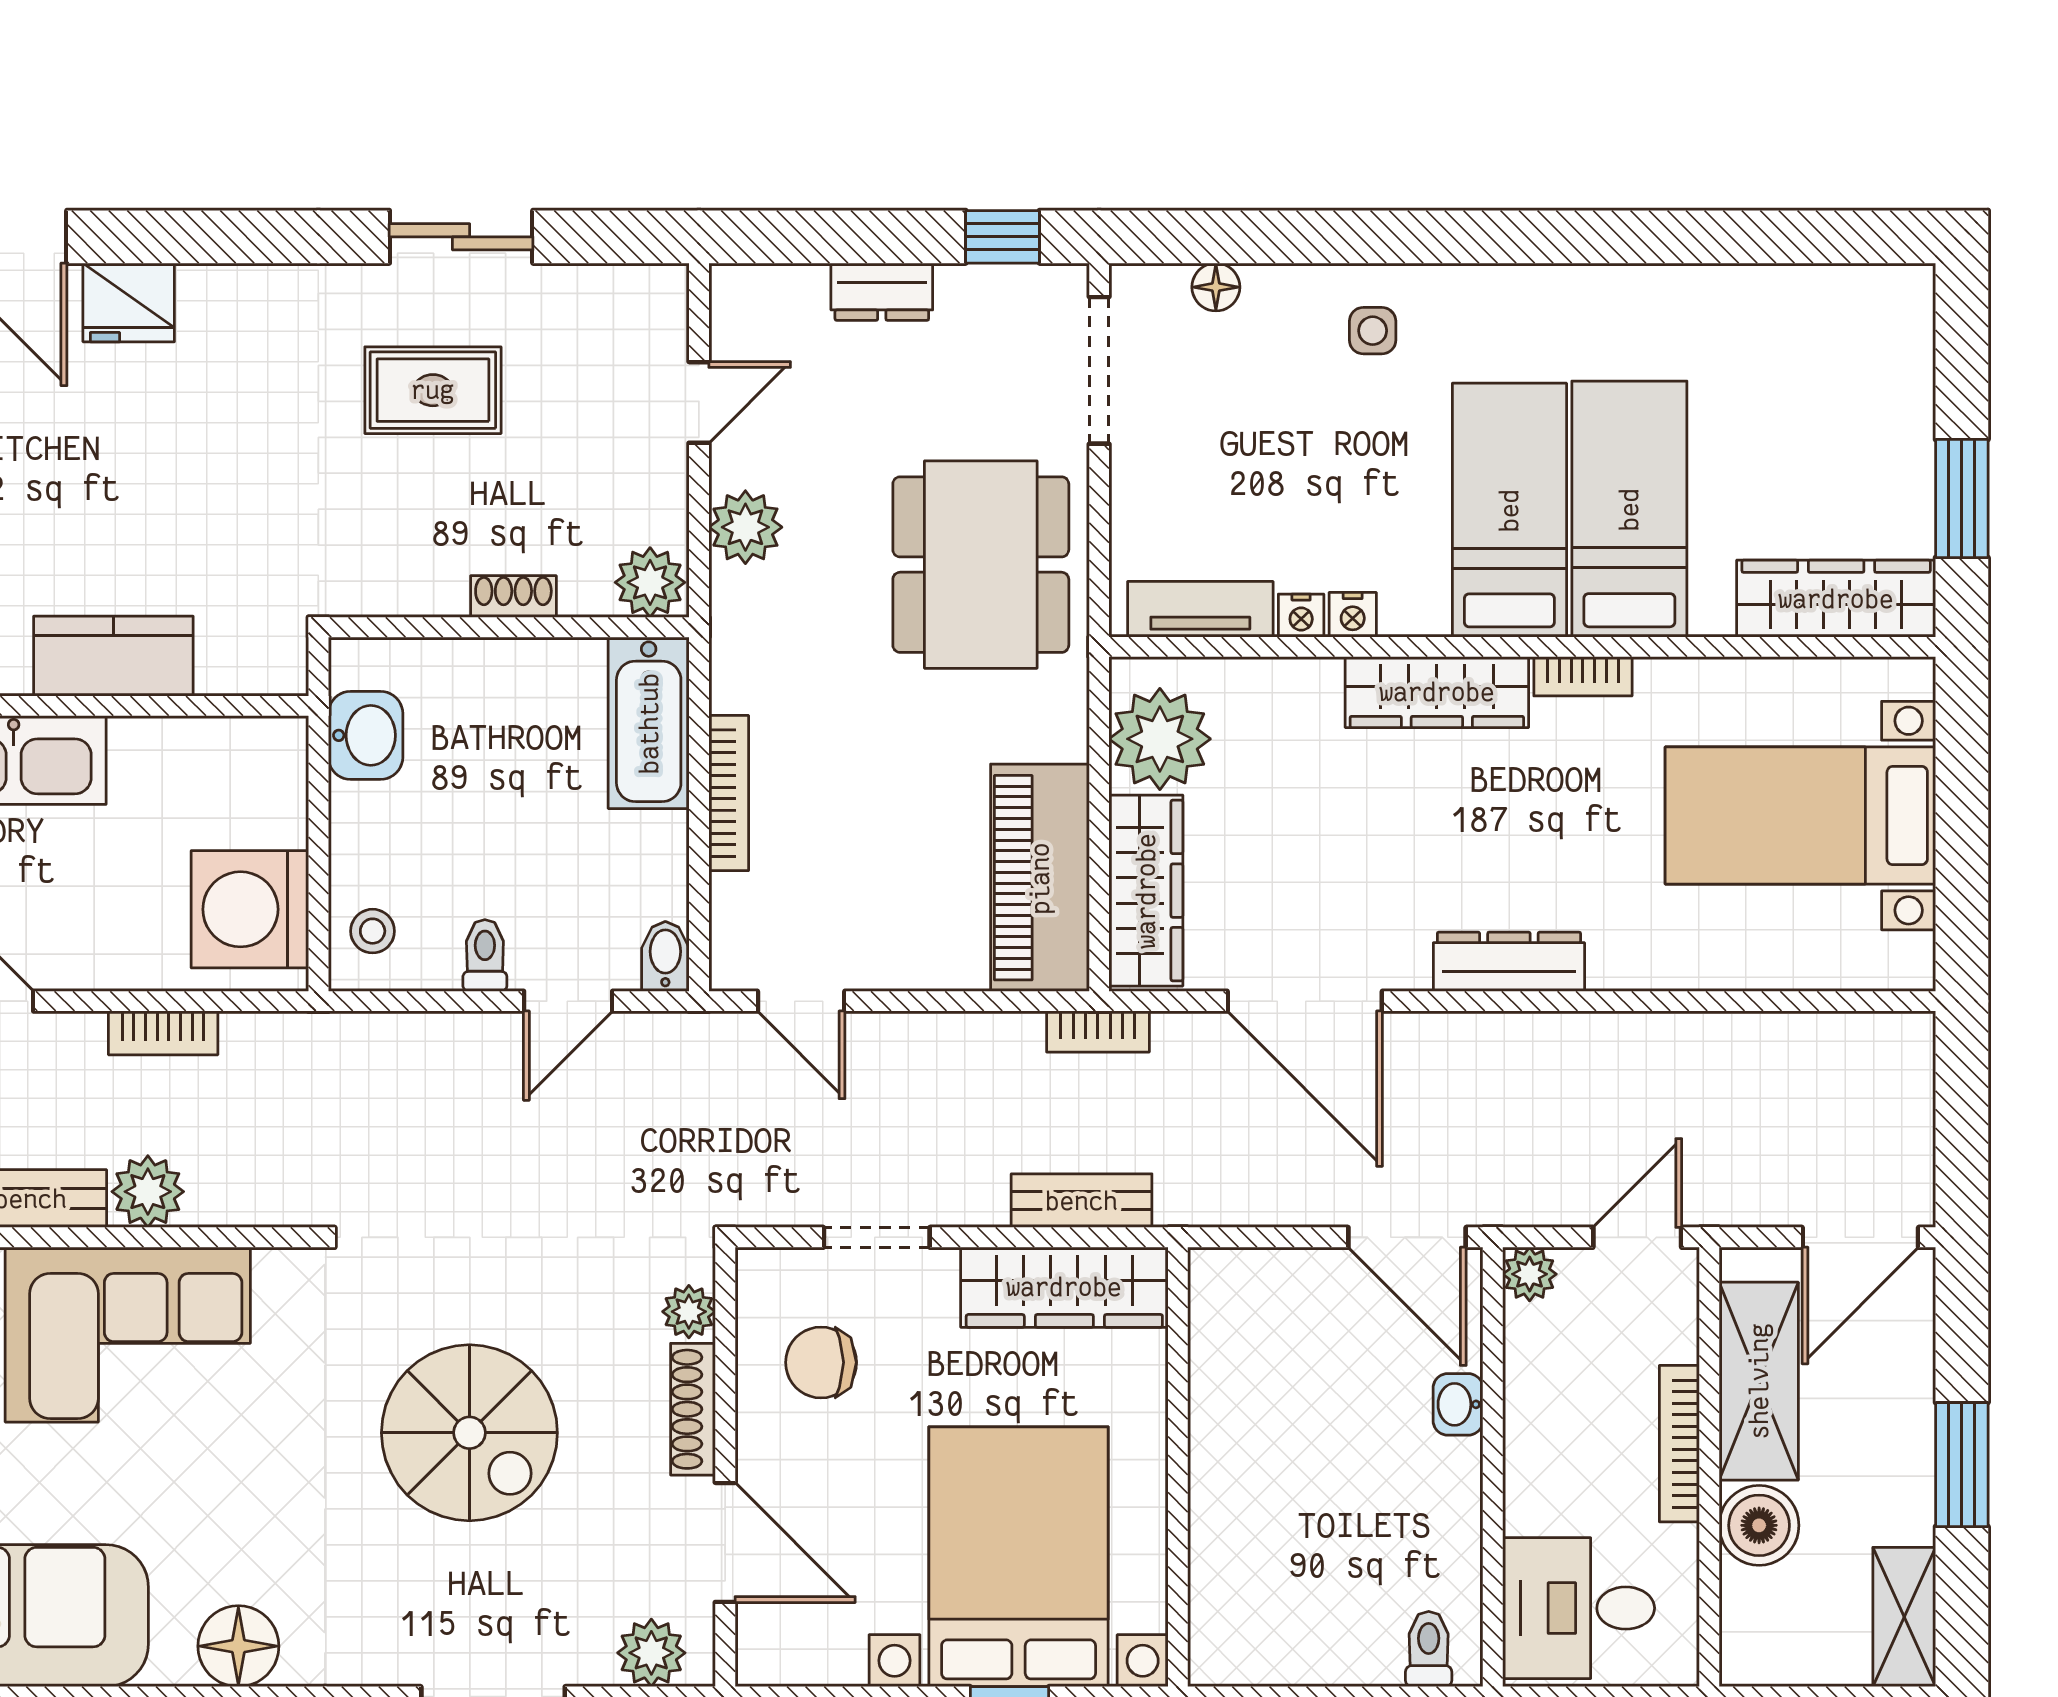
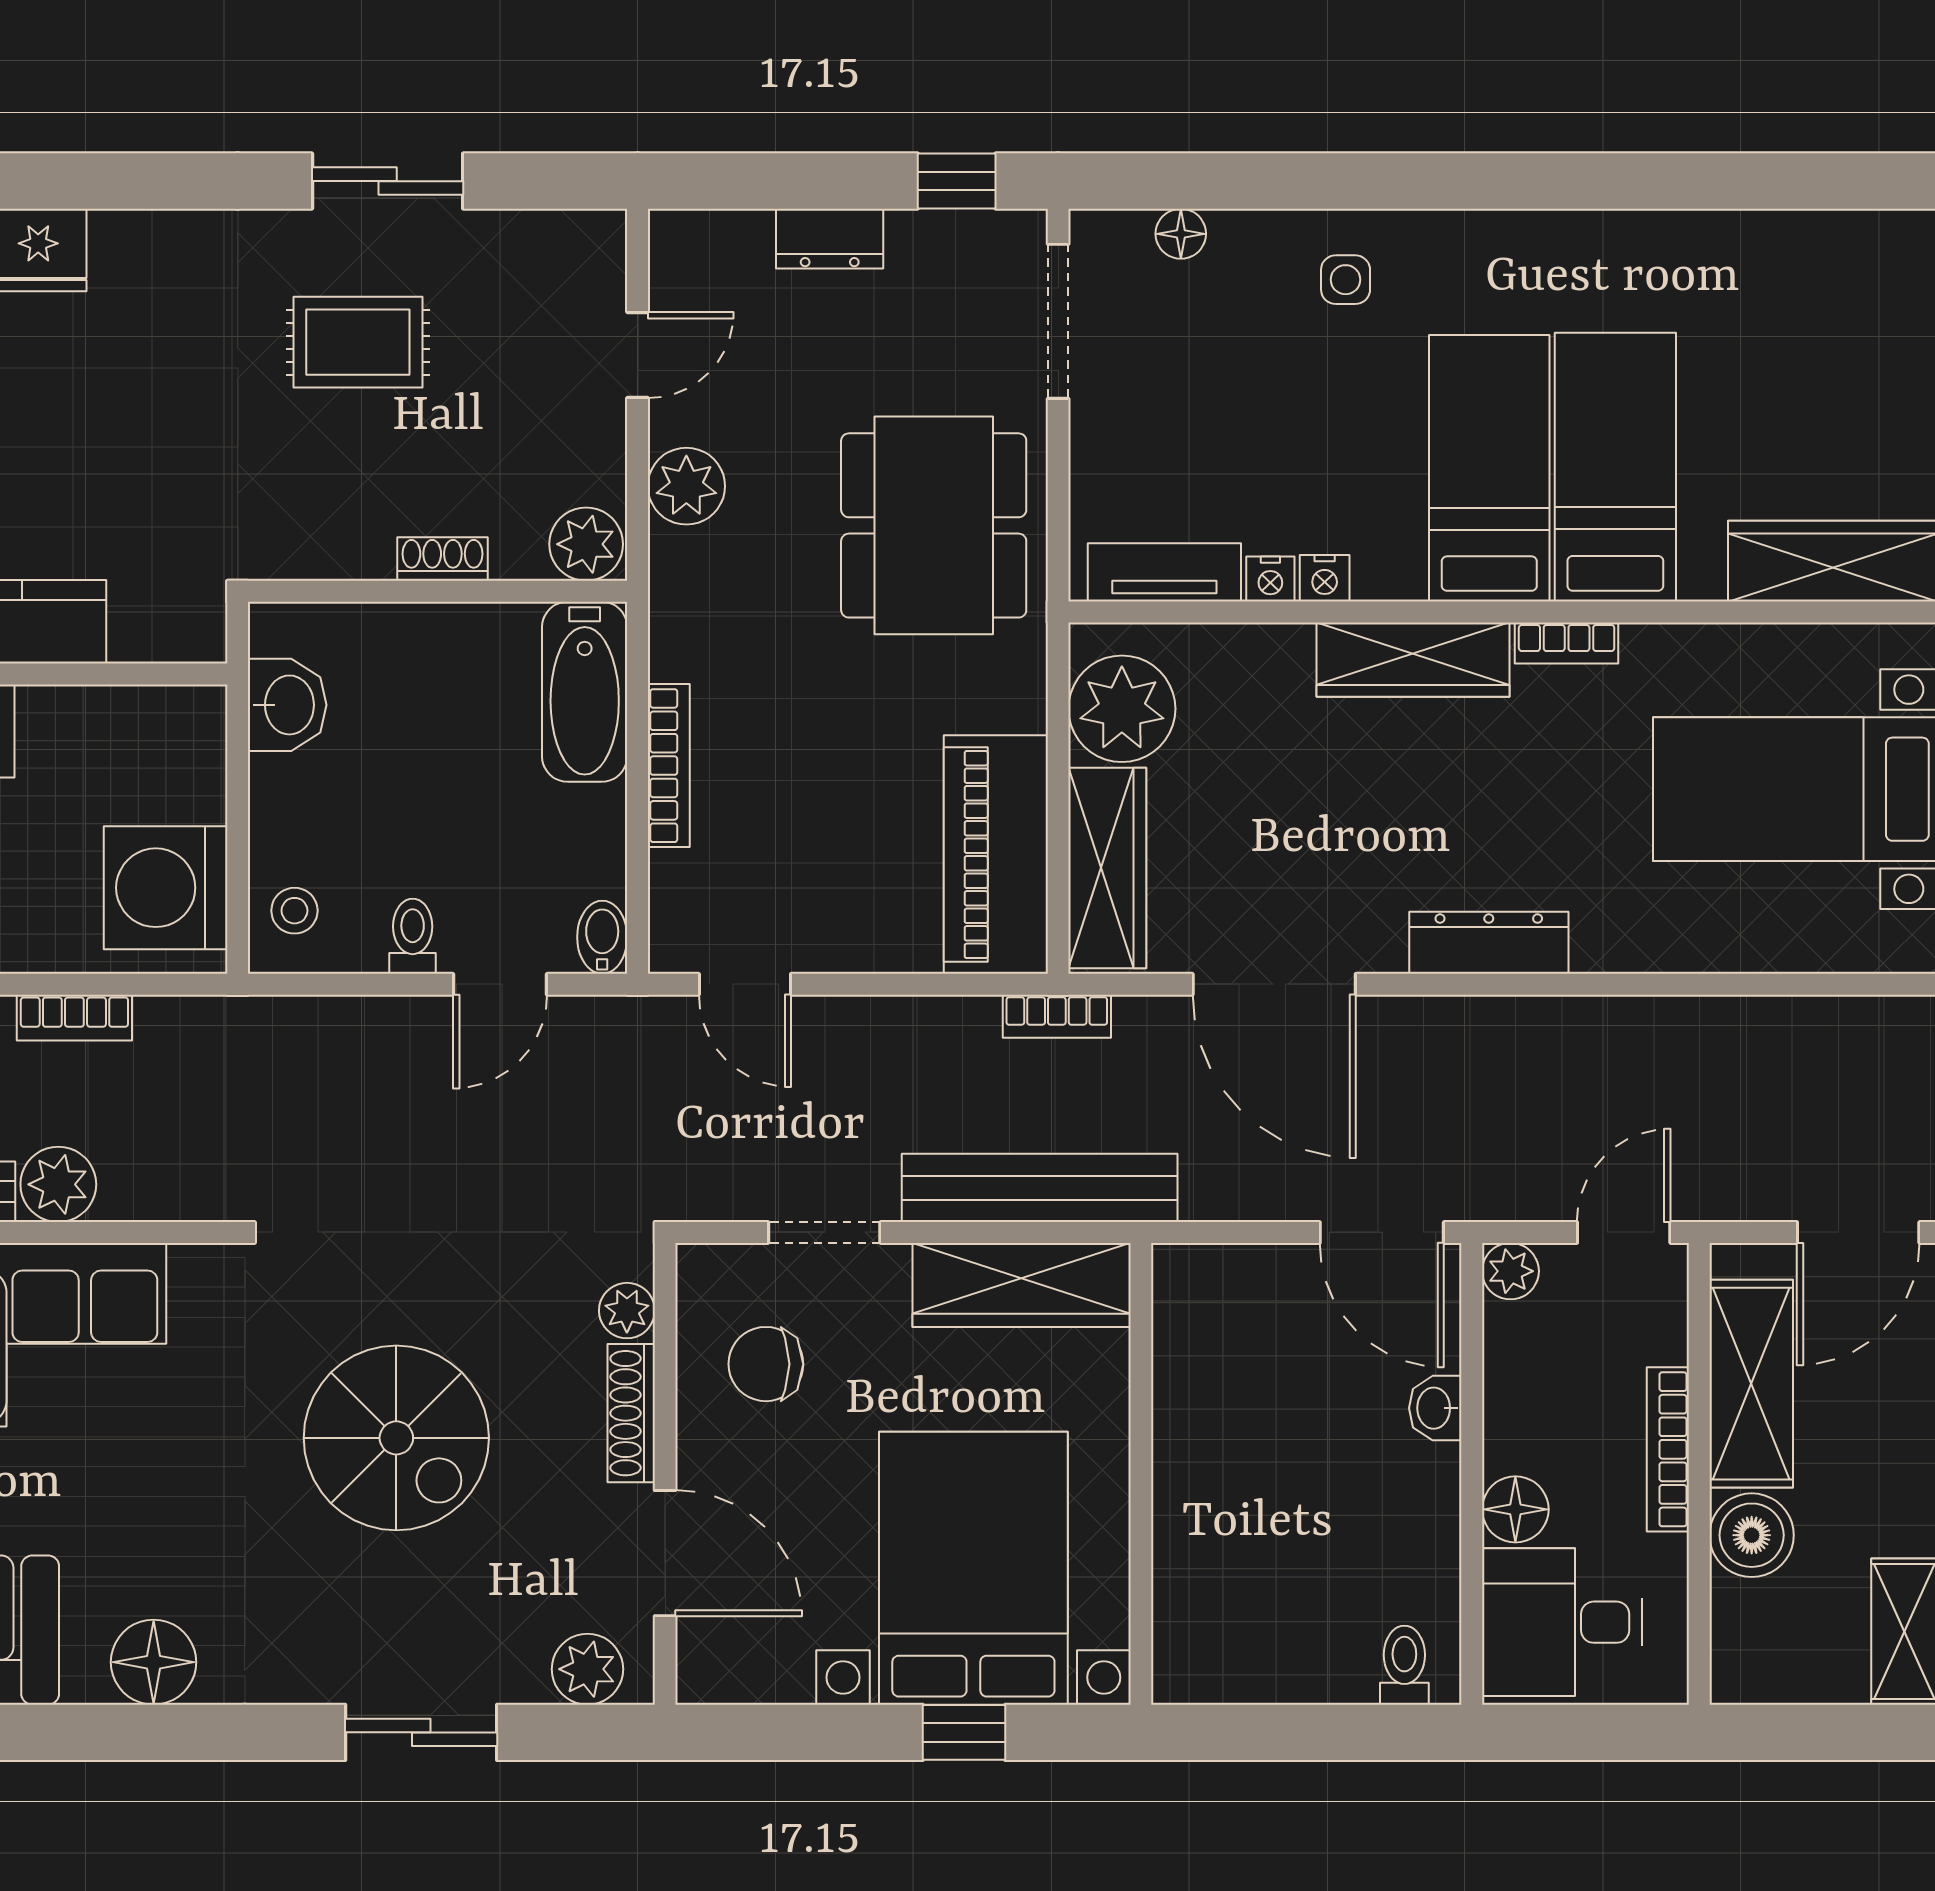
bench: (1082, 1201) -> (1040, 1188), width x1.86, depth x1.21
floor lamp: (1534, 1501) -> (1515, 1509), added

